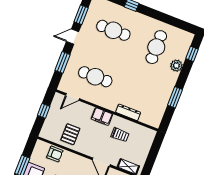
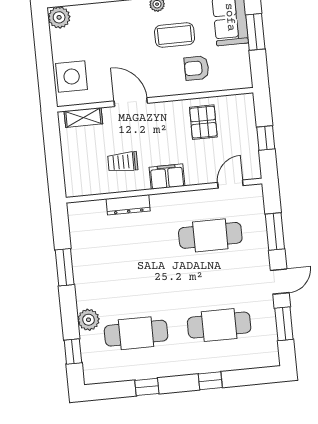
window: (164, 18) -> (147, 387), added
cafe table: (156, 47) -> (136, 333), turned 90
armchair: (55, 154) -> (197, 68), moved

